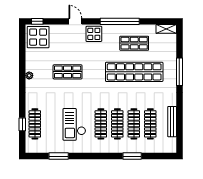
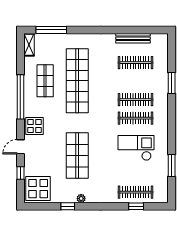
window: (37, 21) -> (20, 173), moved
window: (22, 63) -> (68, 206), added
shop shelf: (68, 72) -> (77, 155), width x1.43, depth x1.36
window: (179, 72) -> (51, 30), moved
checkout: (74, 124) -> (136, 148), turned 180
clothes rail: (134, 124) -> (136, 81), removed

